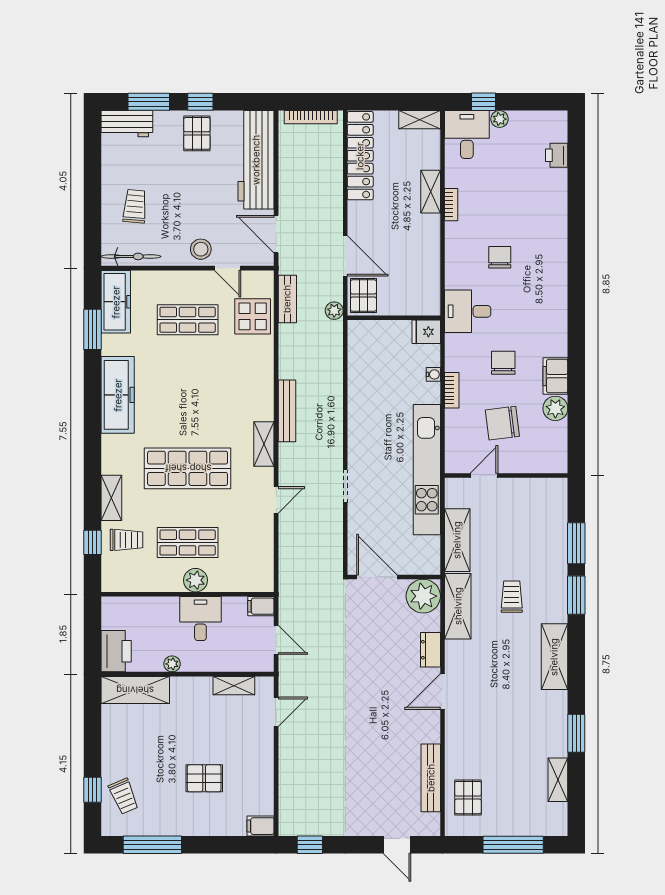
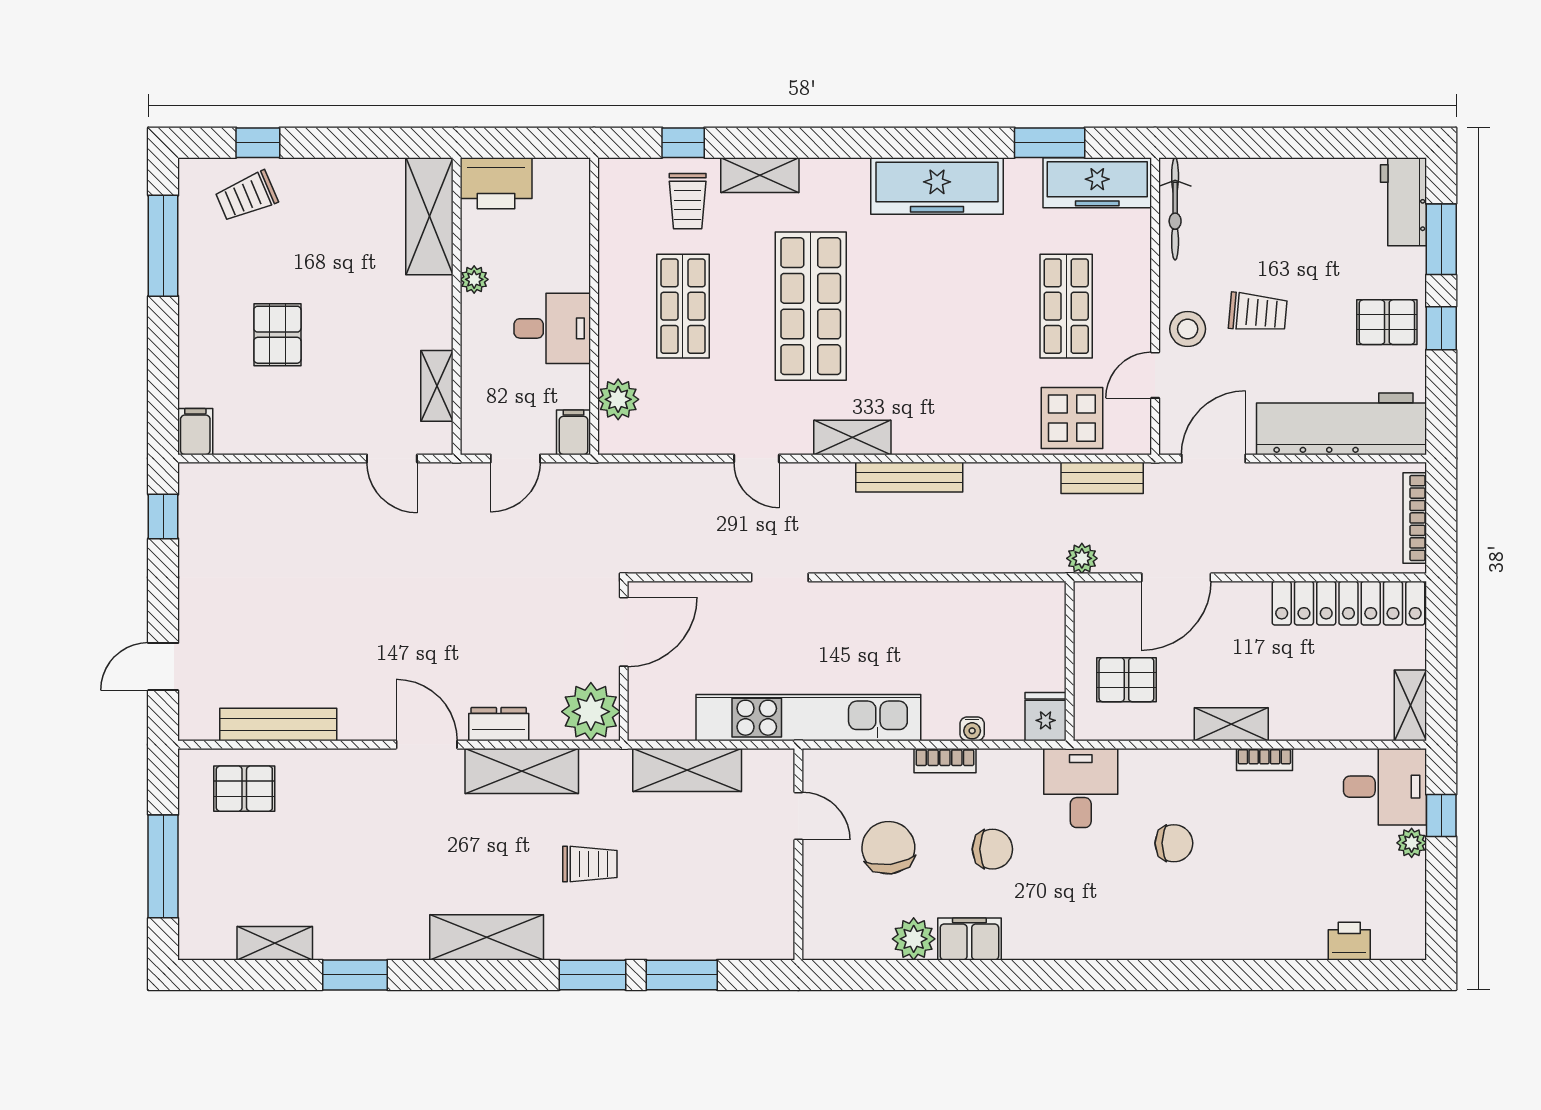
shelving: (431, 192) -> (1231, 724), moved
trolley: (135, 206) -> (1258, 312), moved
pallet: (363, 296) -> (1126, 680), moved
plant: (196, 580) -> (618, 399), moved
shelving: (458, 606) -> (522, 771), moved

